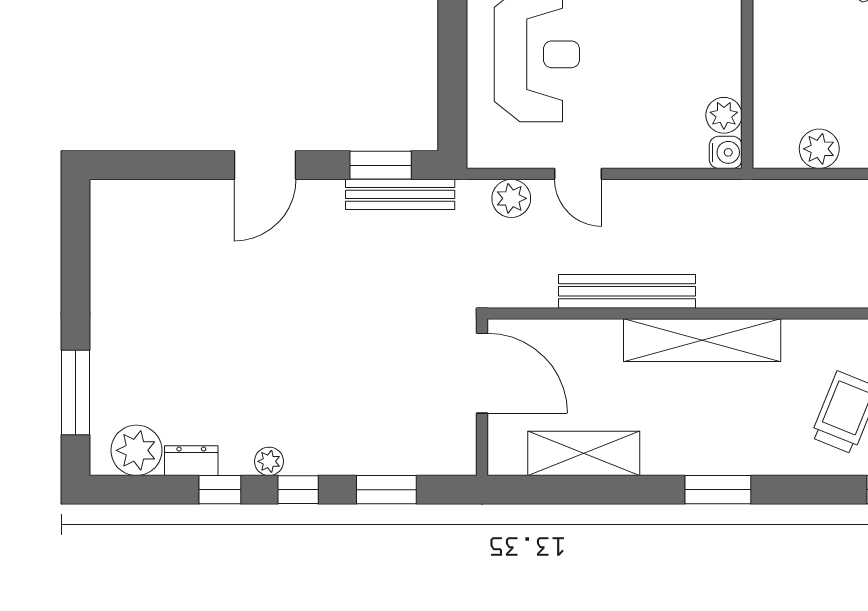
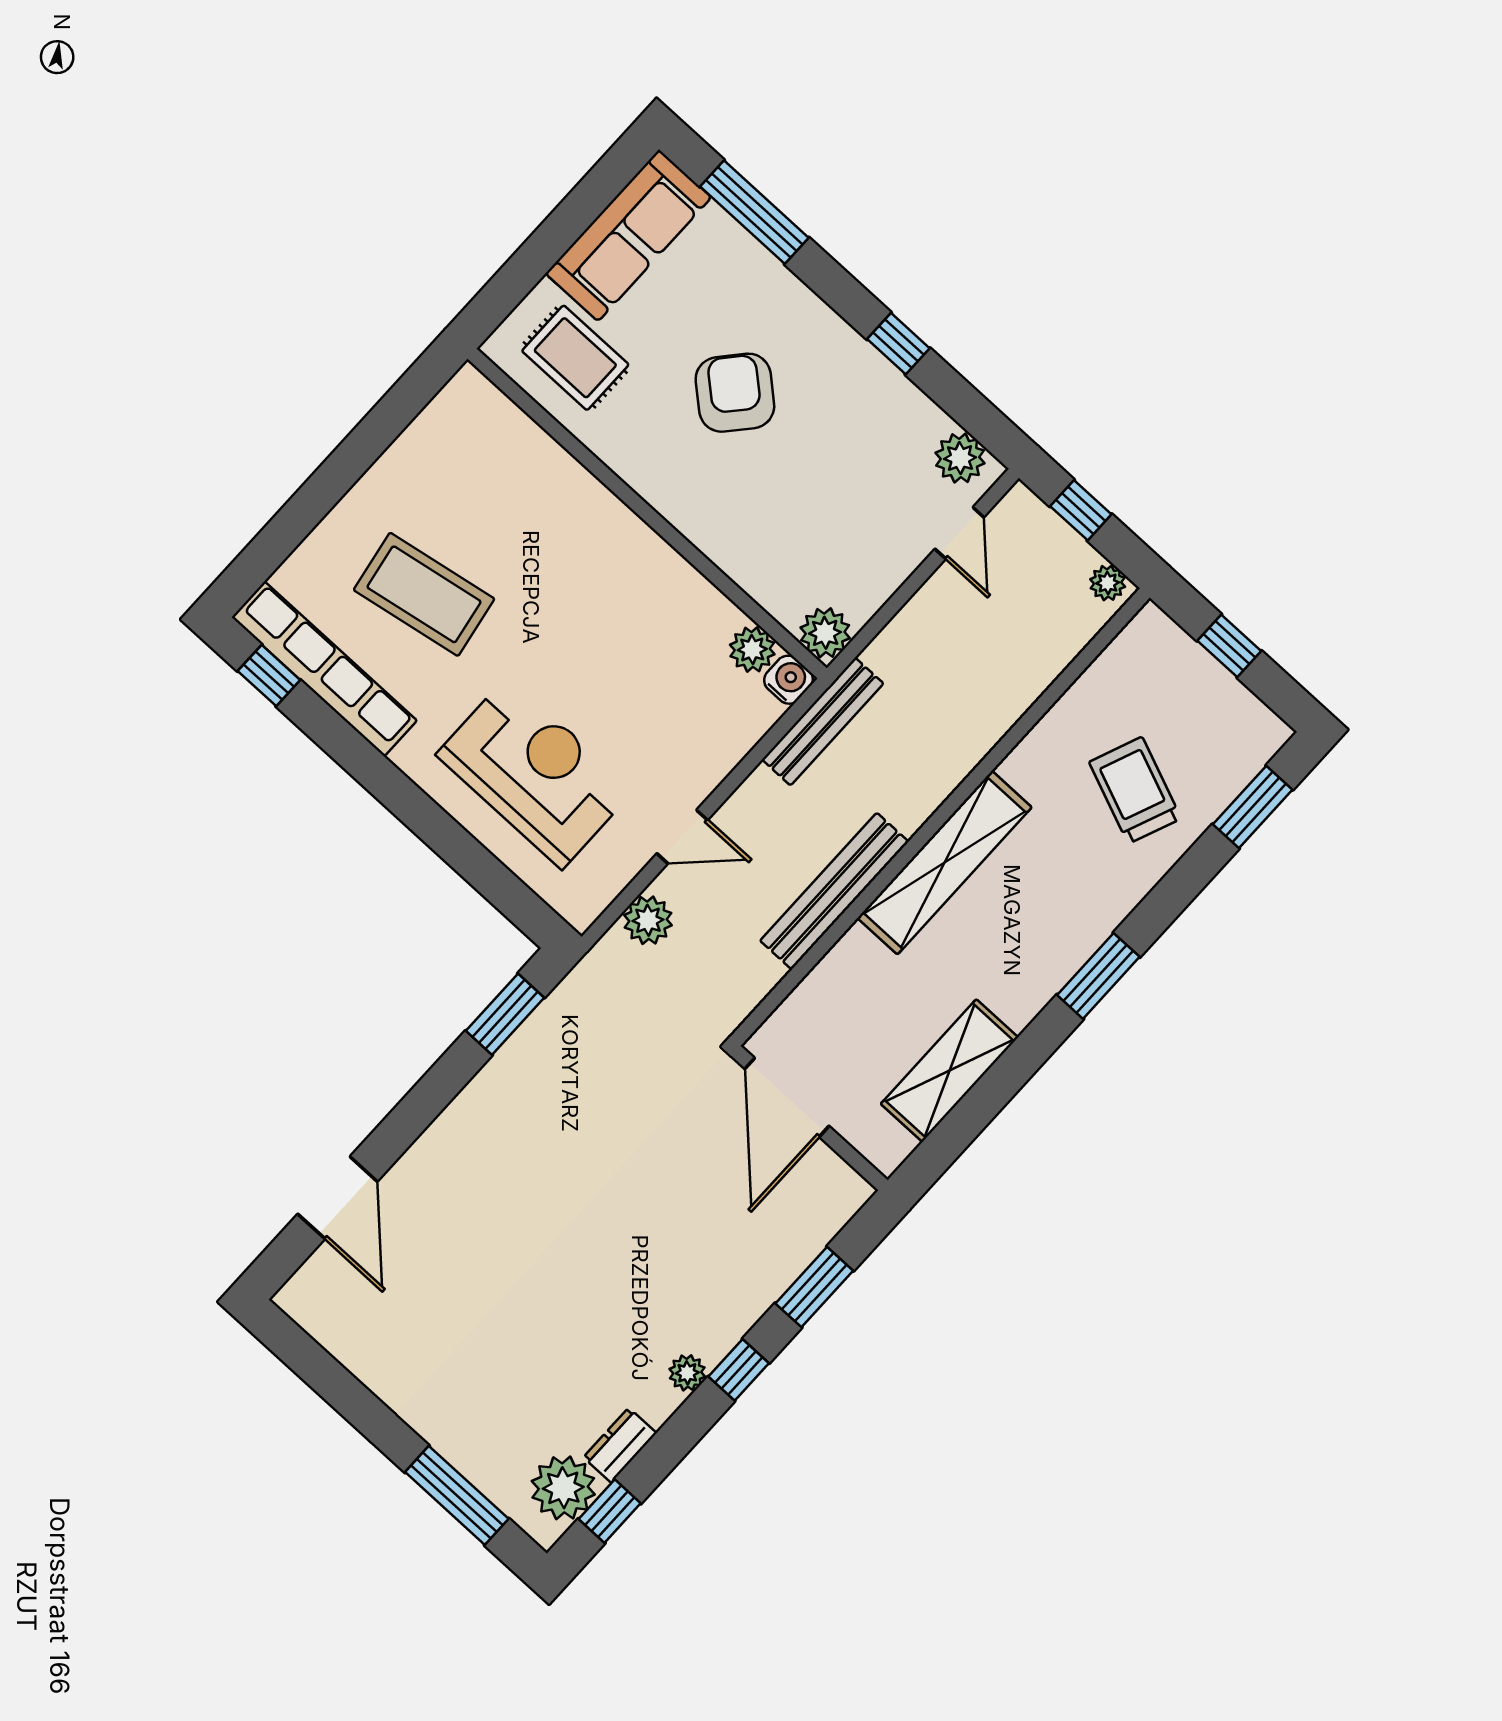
plant: (819, 149) -> (825, 633), moved
door: (265, 165) -> (338, 1198), moved
bench: (400, 194) -> (823, 721), moved
door: (482, 373) -> (787, 1097), swing flipped
window: (220, 490) -> (610, 1511), moved

